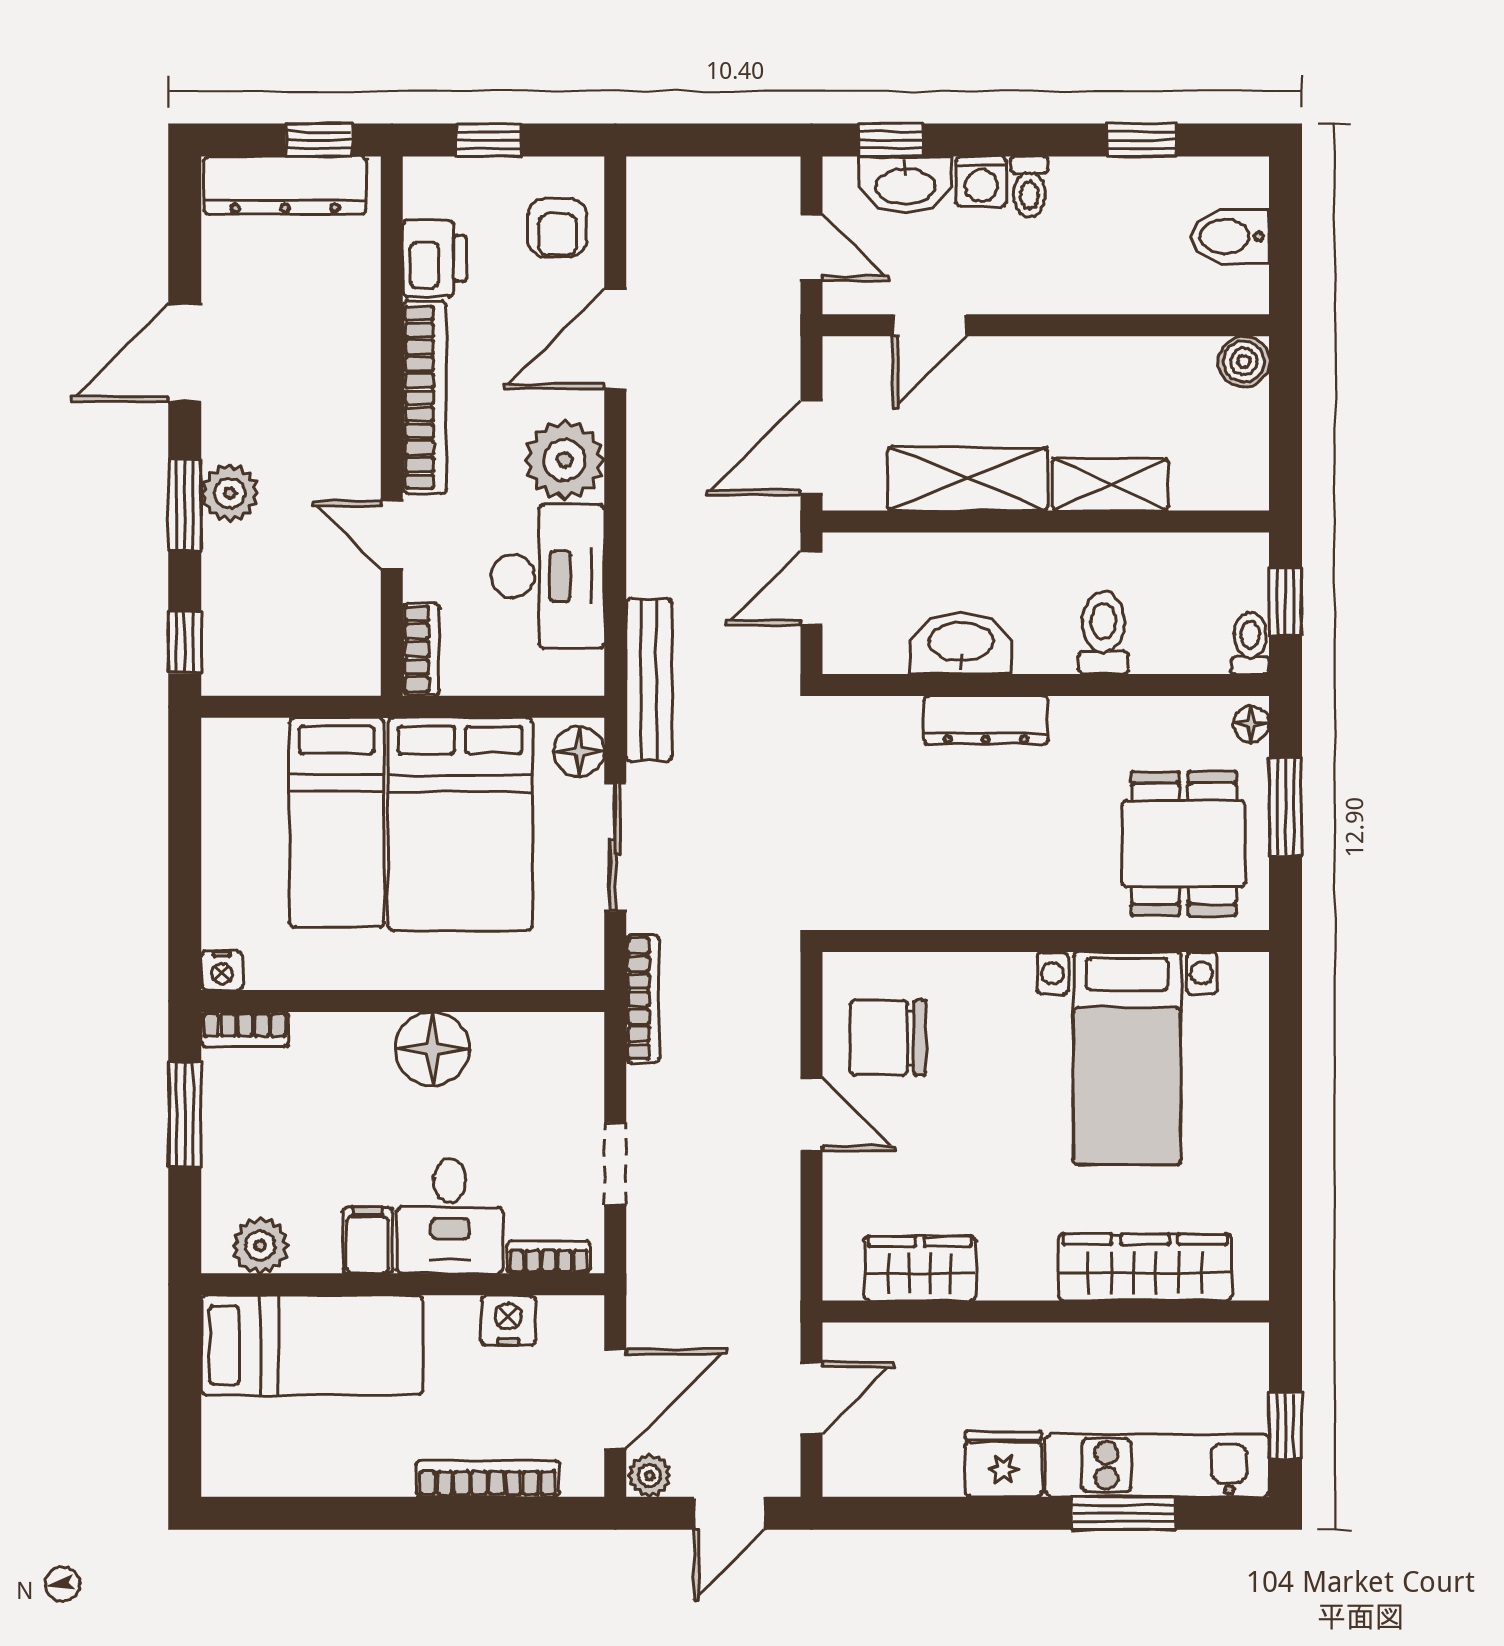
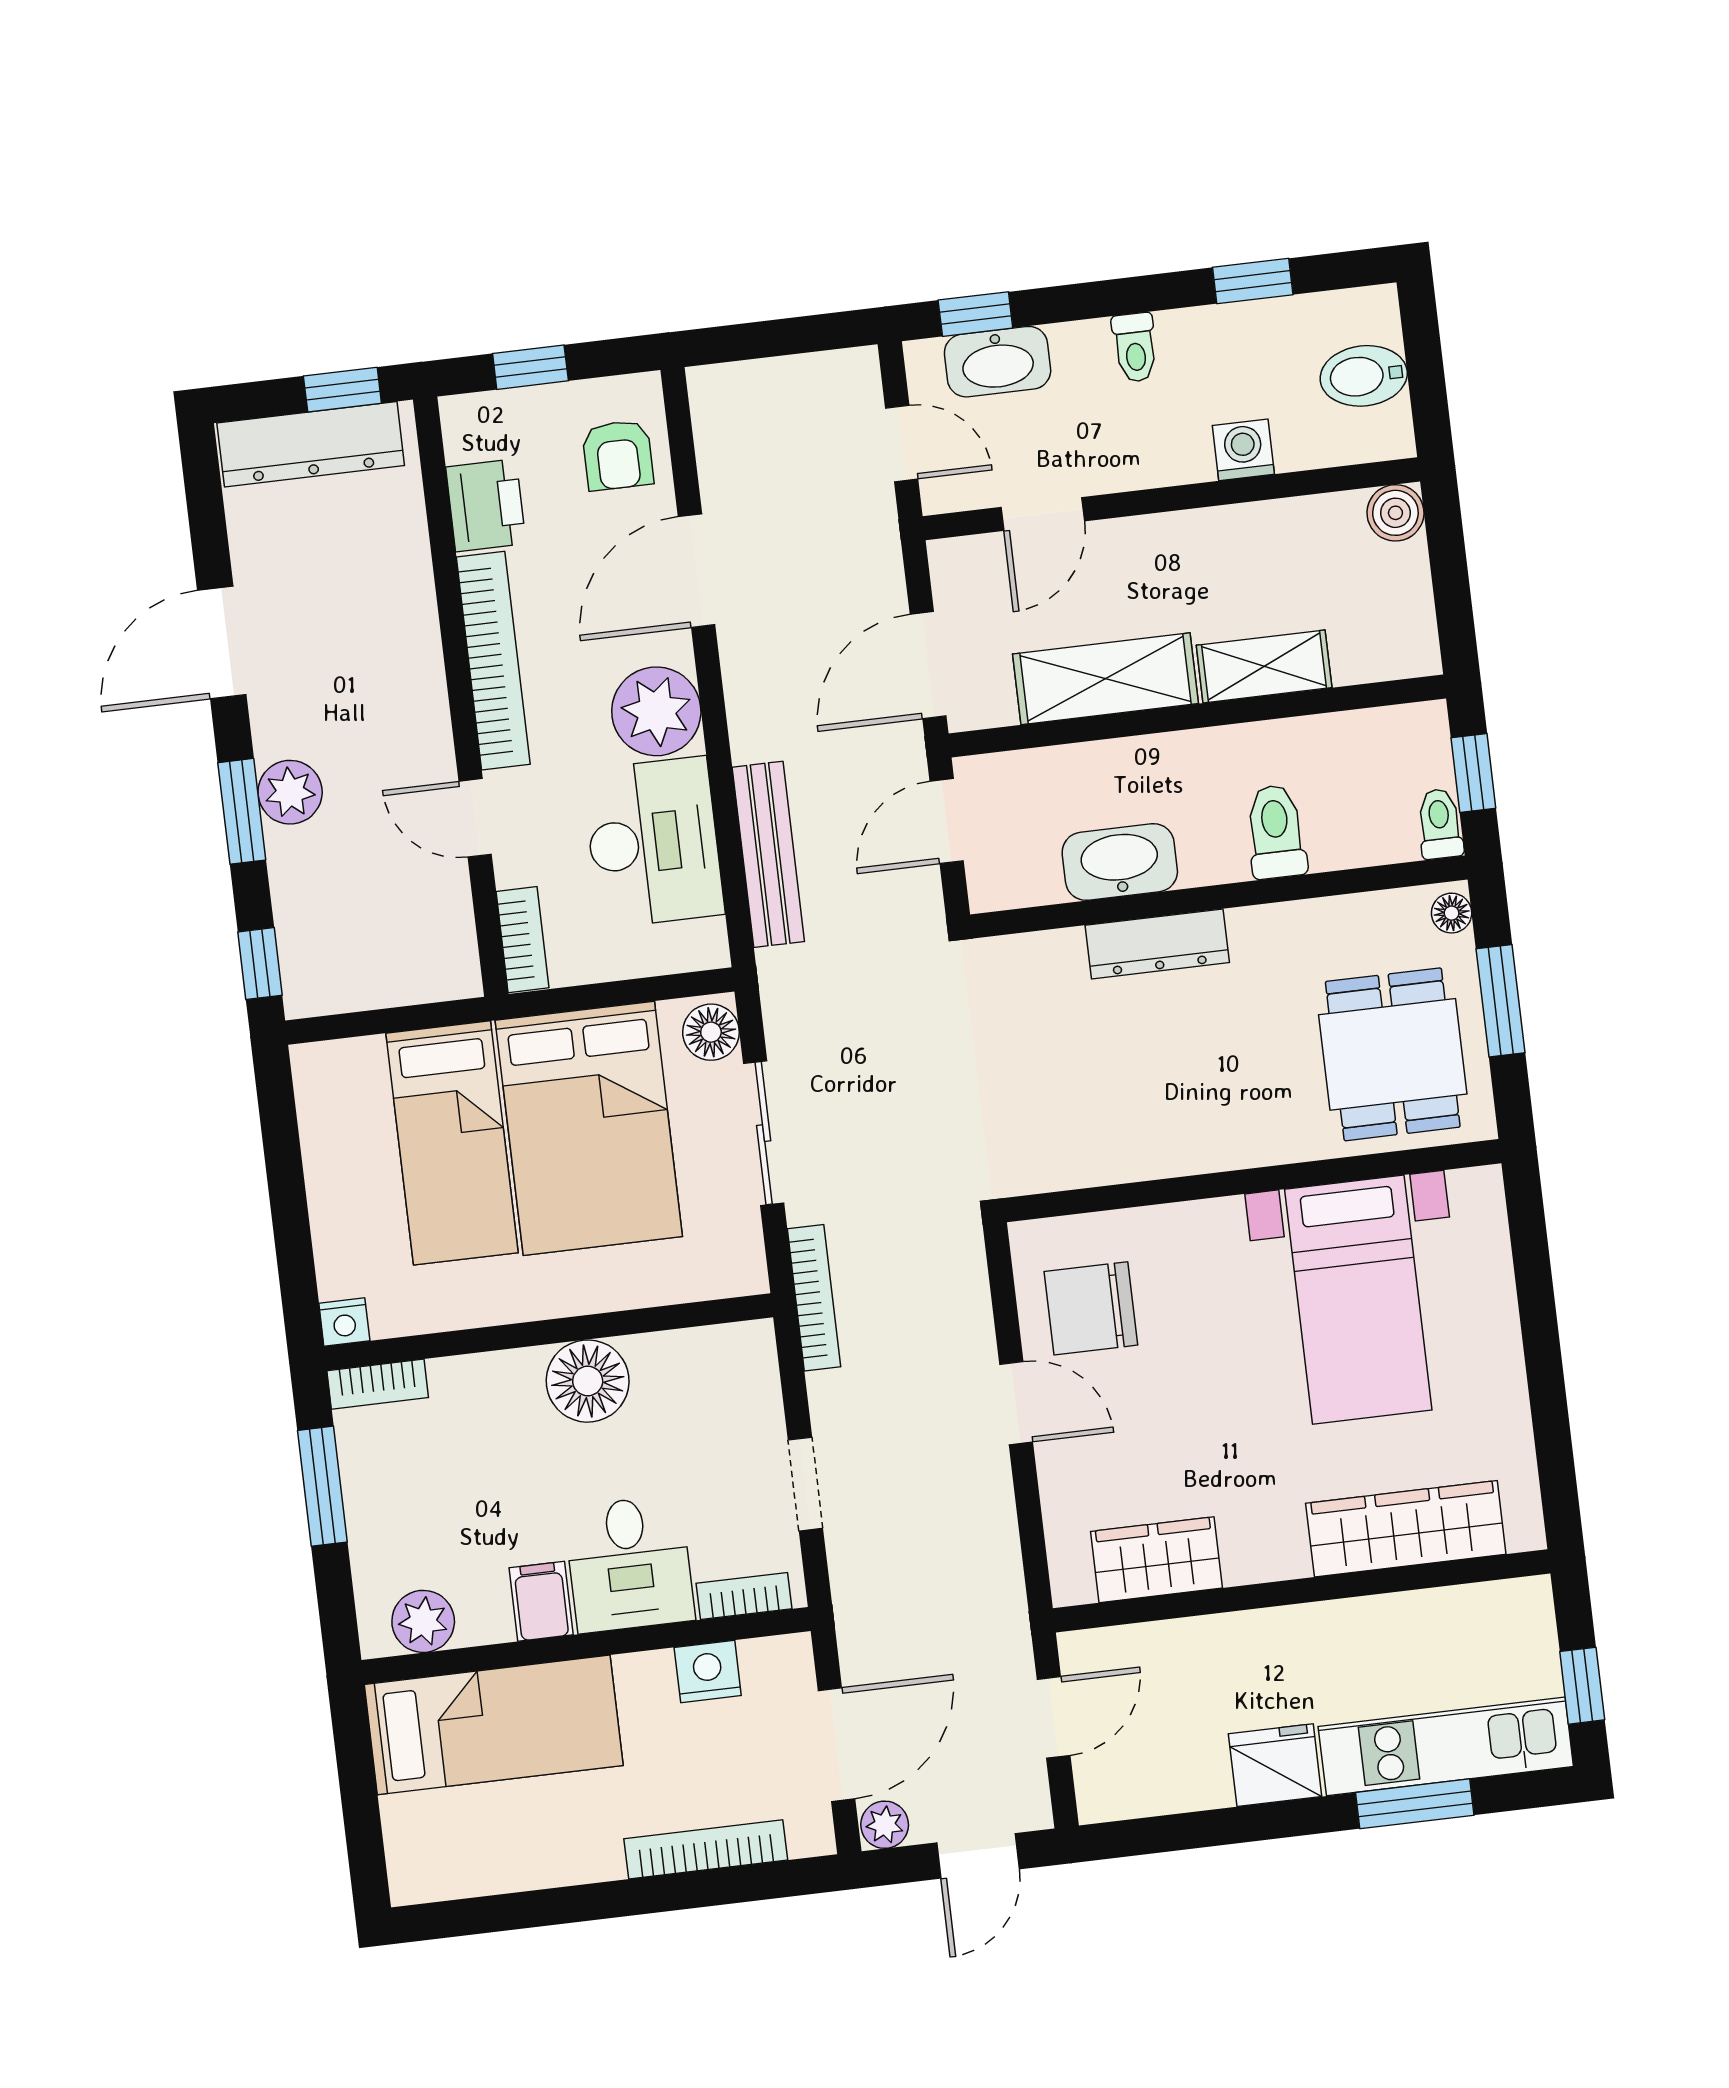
washing machine: (981, 181) -> (1243, 450), moved, turned 180
bench: (649, 680) -> (768, 854), moved

